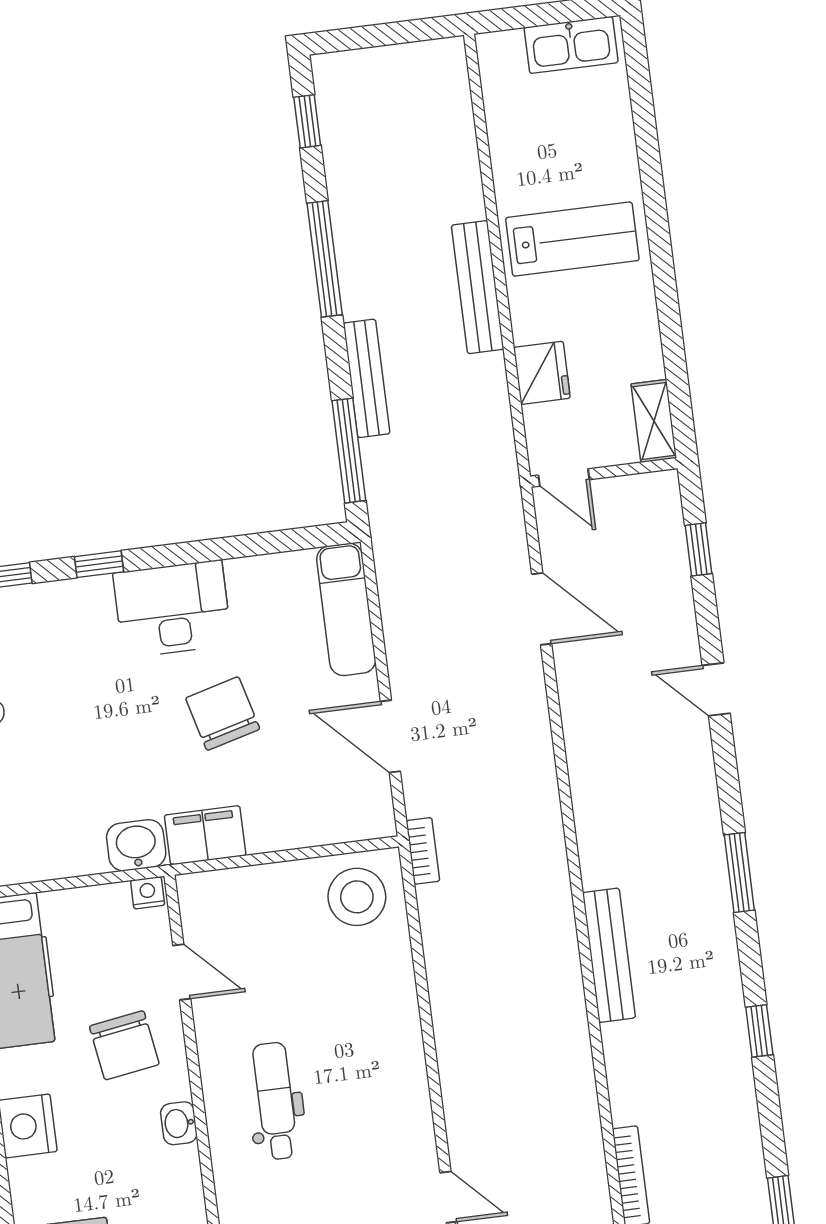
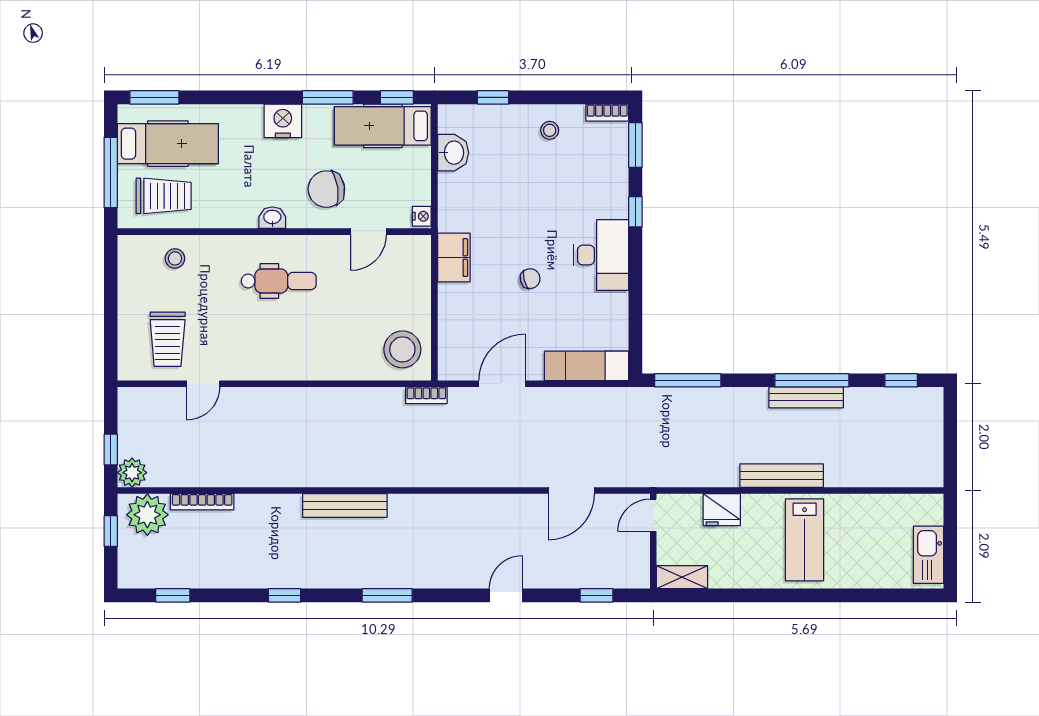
bench: (367, 378) -> (806, 397), moved
chair: (223, 714) -> (530, 279), width x0.54, depth x0.54
washbasin: (136, 845) -> (453, 153), moved

